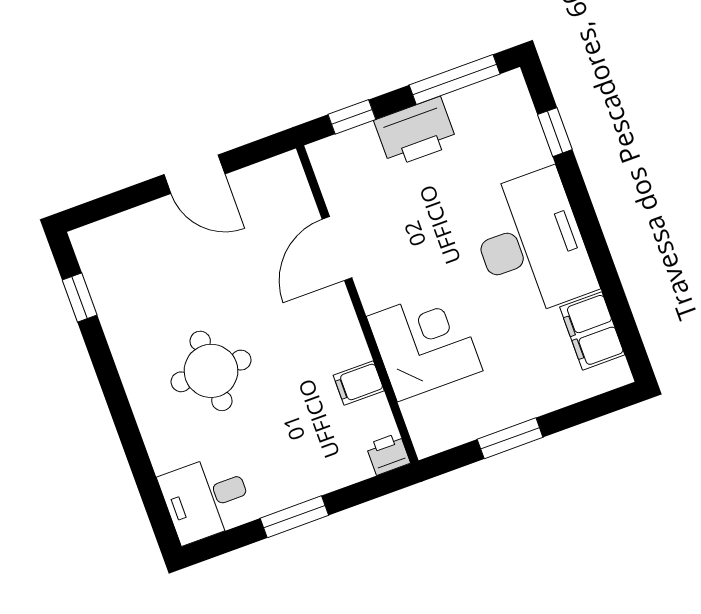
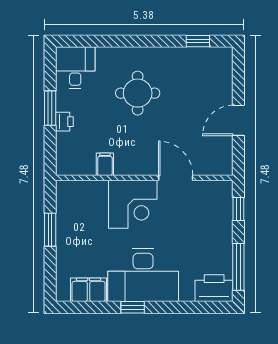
printer: (416, 132) -> (214, 288), moved, turned 90
window: (555, 132) -> (133, 307), moved
corner desk: (425, 344) -> (133, 204), moved
printer: (388, 454) -> (64, 122), moved

